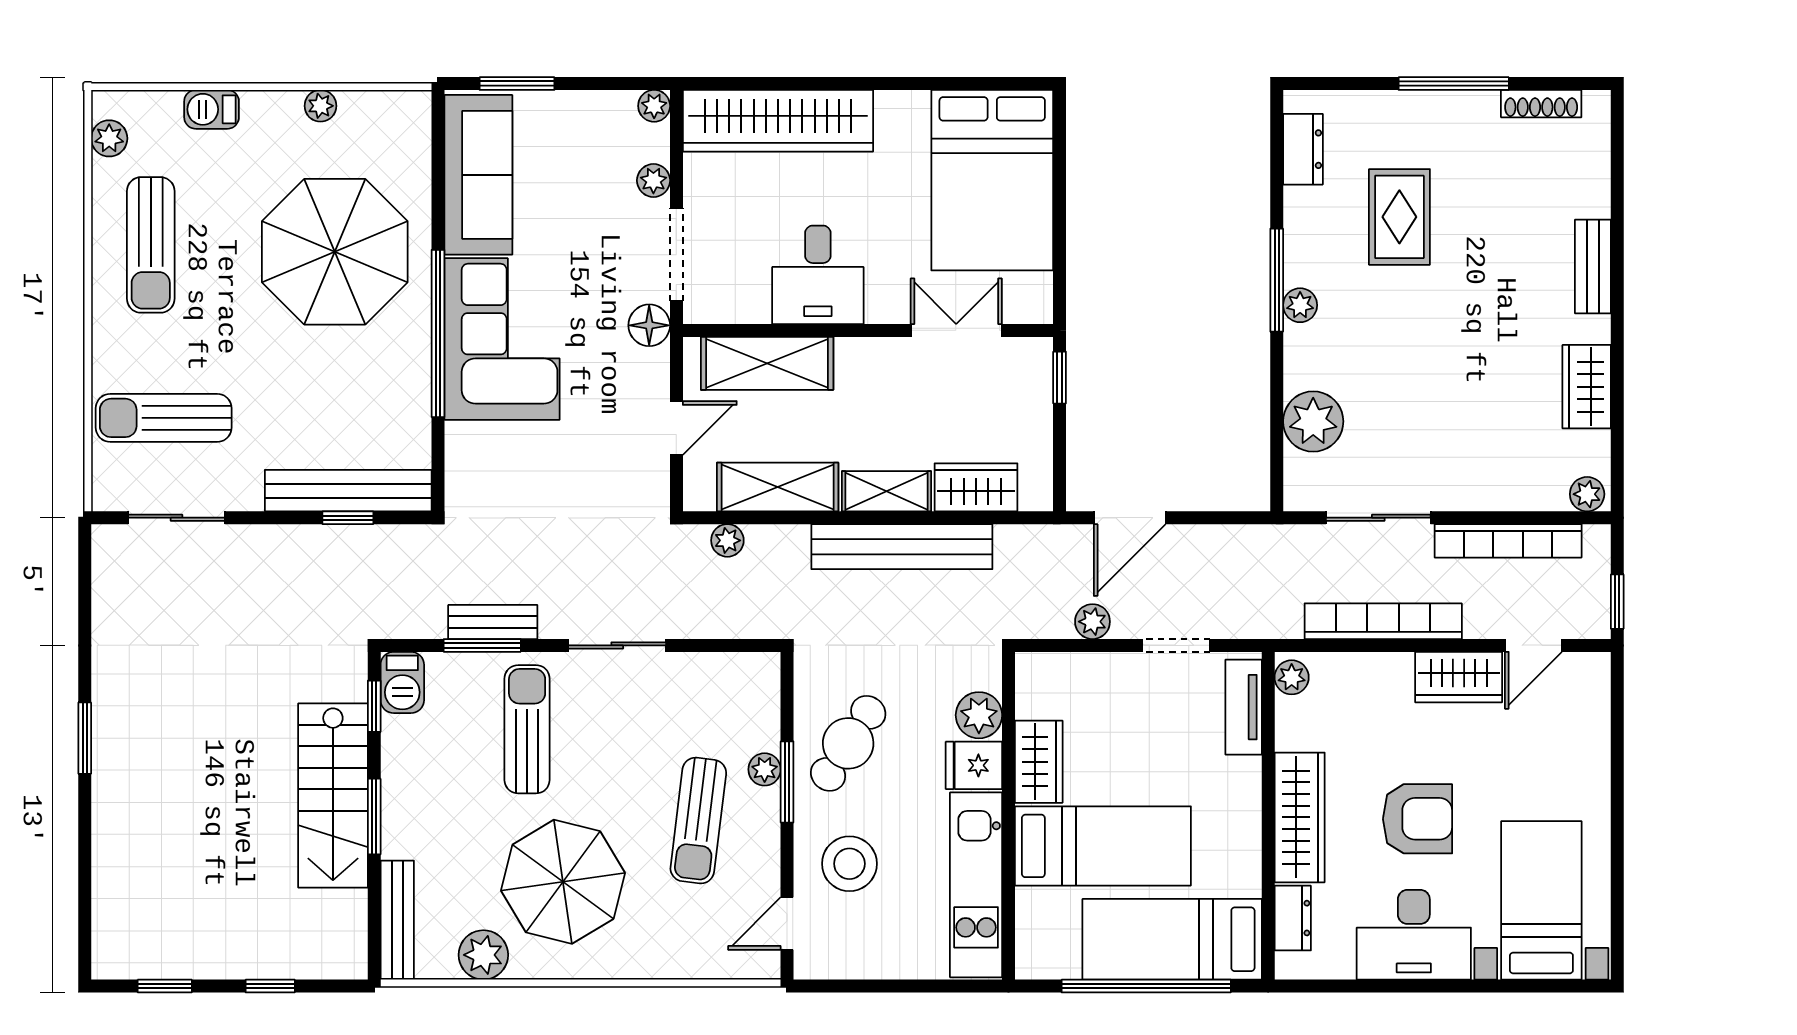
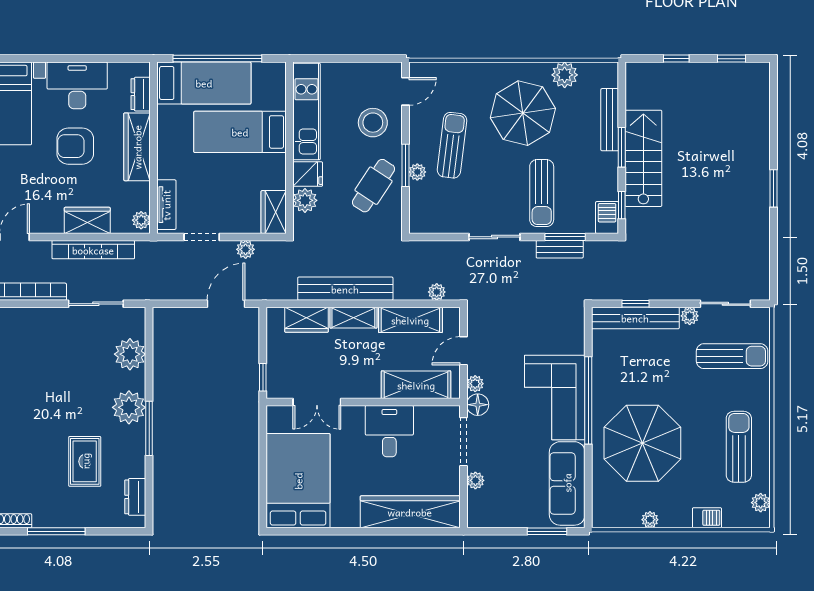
plant: (654, 106) -> (475, 384), moved
plant: (1300, 305) -> (129, 407), width x1.87, depth x1.87
plant: (245, 495) -> (690, 316), added
wardrobe: (1459, 677) -> (87, 220), moved
wardrobe: (1039, 762) -> (274, 212), moved
bench: (397, 920) -> (610, 120), moved

